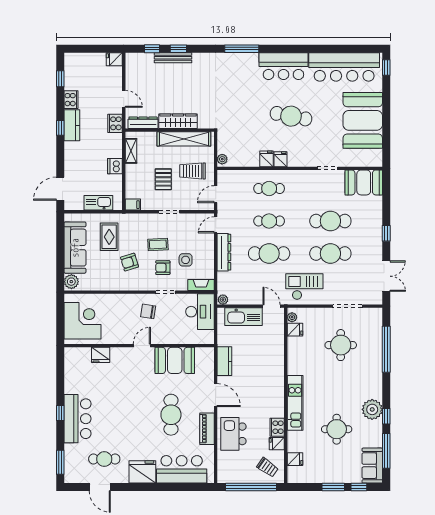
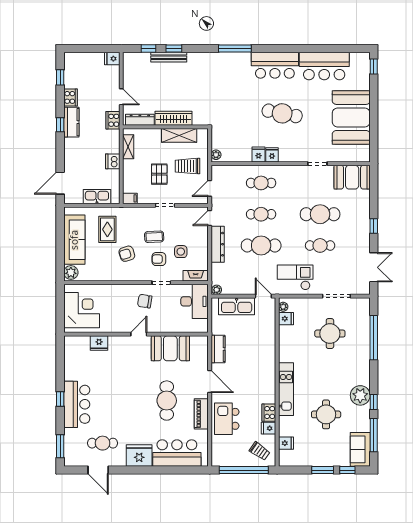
bar counter: (344, 67) -> (324, 66), width x0.73
shelving: (184, 139) -> (179, 135), width x0.68
cafe table: (330, 254) -> (320, 245), width x0.73, depth x0.74

